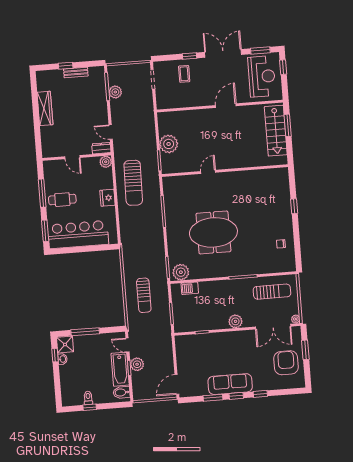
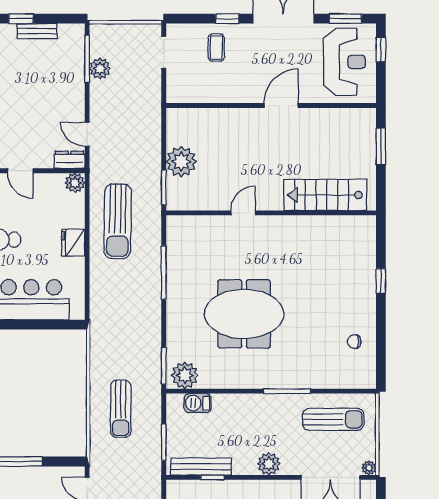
stairs: (276, 131) -> (325, 195), moved, turned 90
bench: (195, 326) -> (201, 467), added

